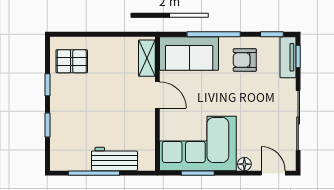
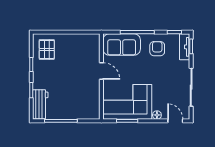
shelving: (147, 58) -> (95, 47), removed
armchair: (245, 60) -> (157, 49), turned 90
pallet: (72, 61) -> (47, 49), turned 90
workbench: (114, 159) -> (40, 104), moved, turned 90

